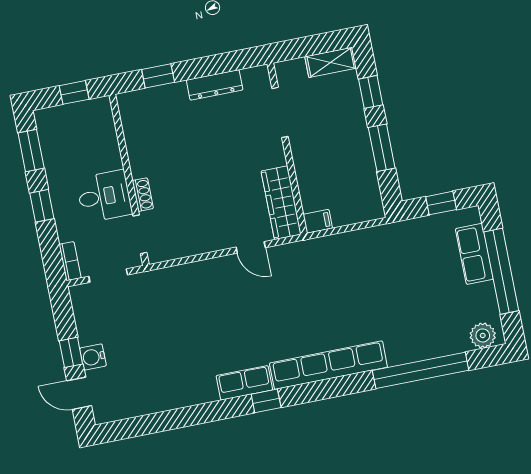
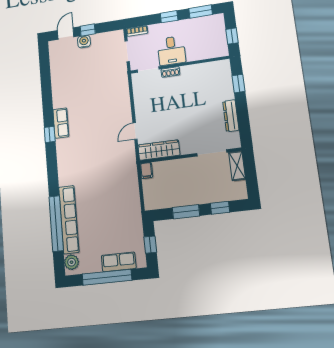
shelving: (331, 62) -> (237, 166), moved
row of seats: (328, 365) -> (69, 219), moved

